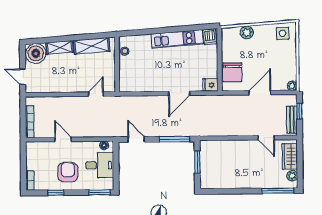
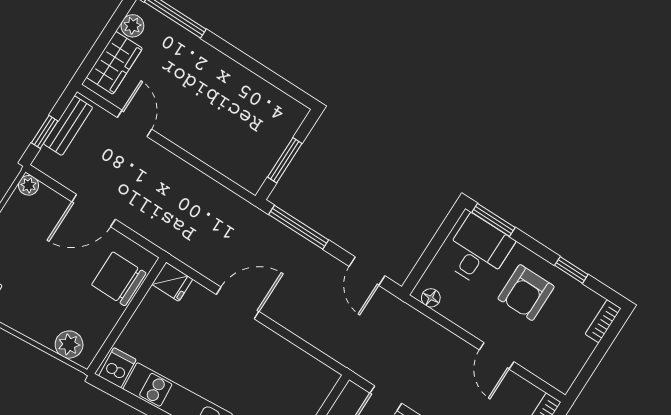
plant: (247, 32) -> (69, 345), moved
chair: (232, 72) -> (119, 279), turned -90
desk: (100, 165) -> (478, 251), moved, turned 90

